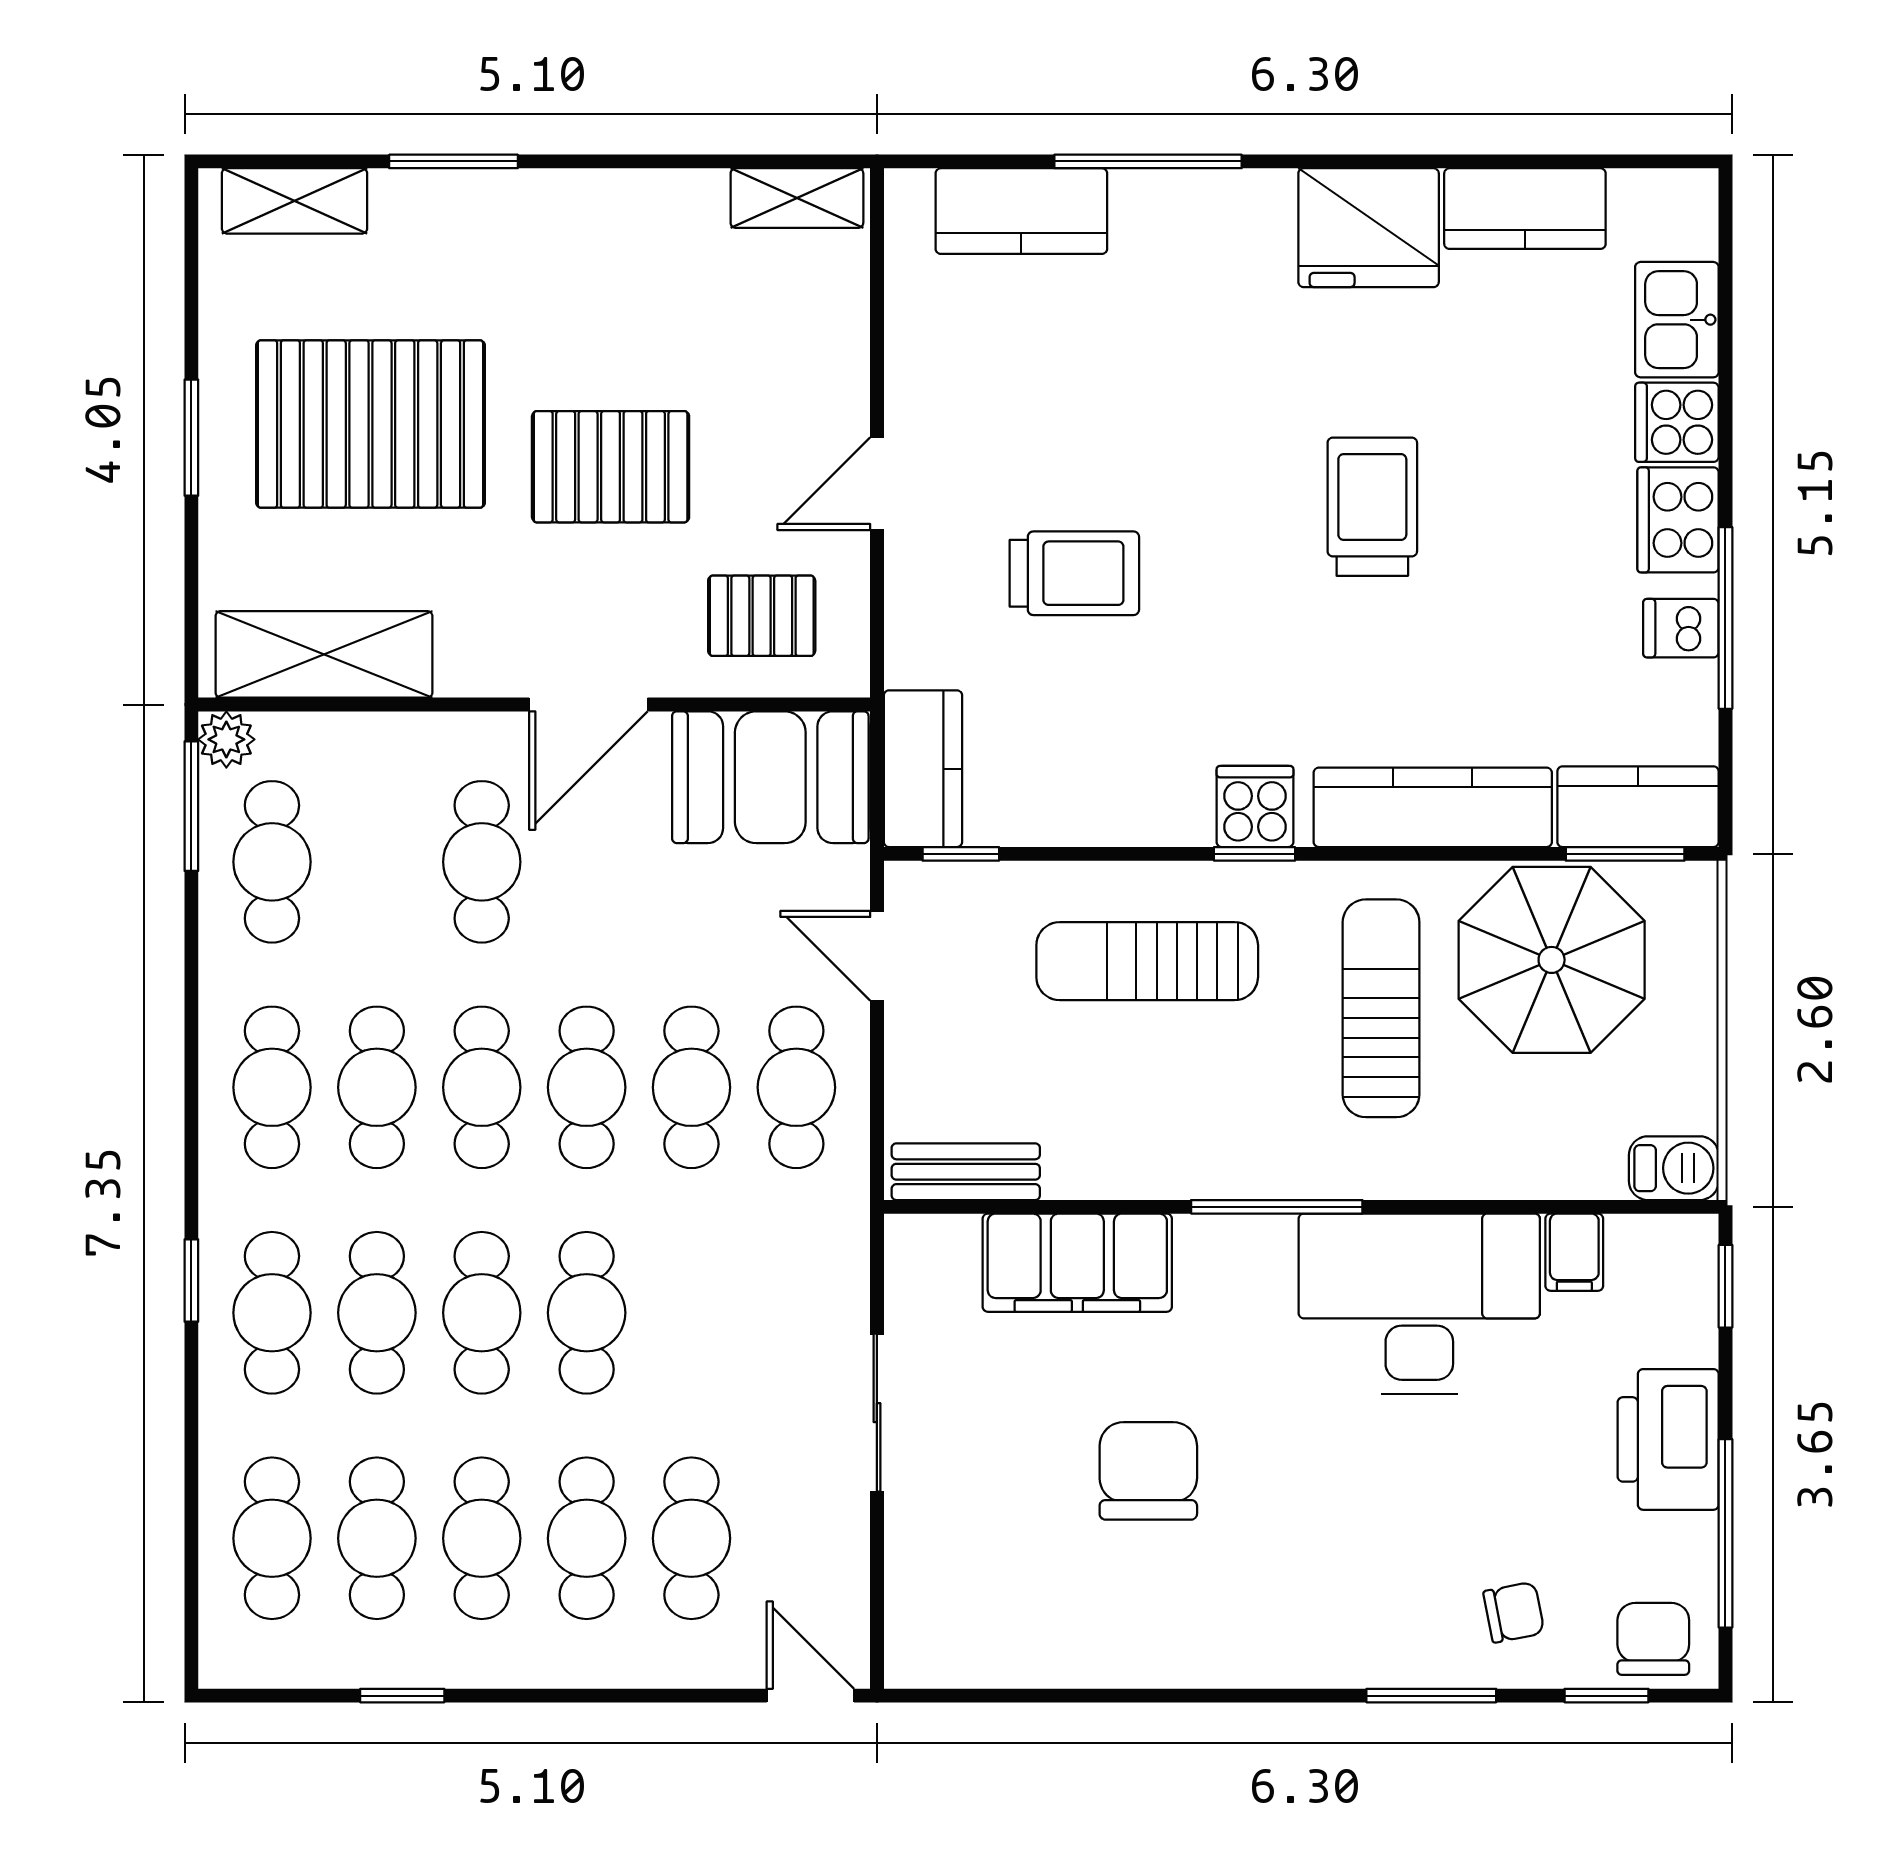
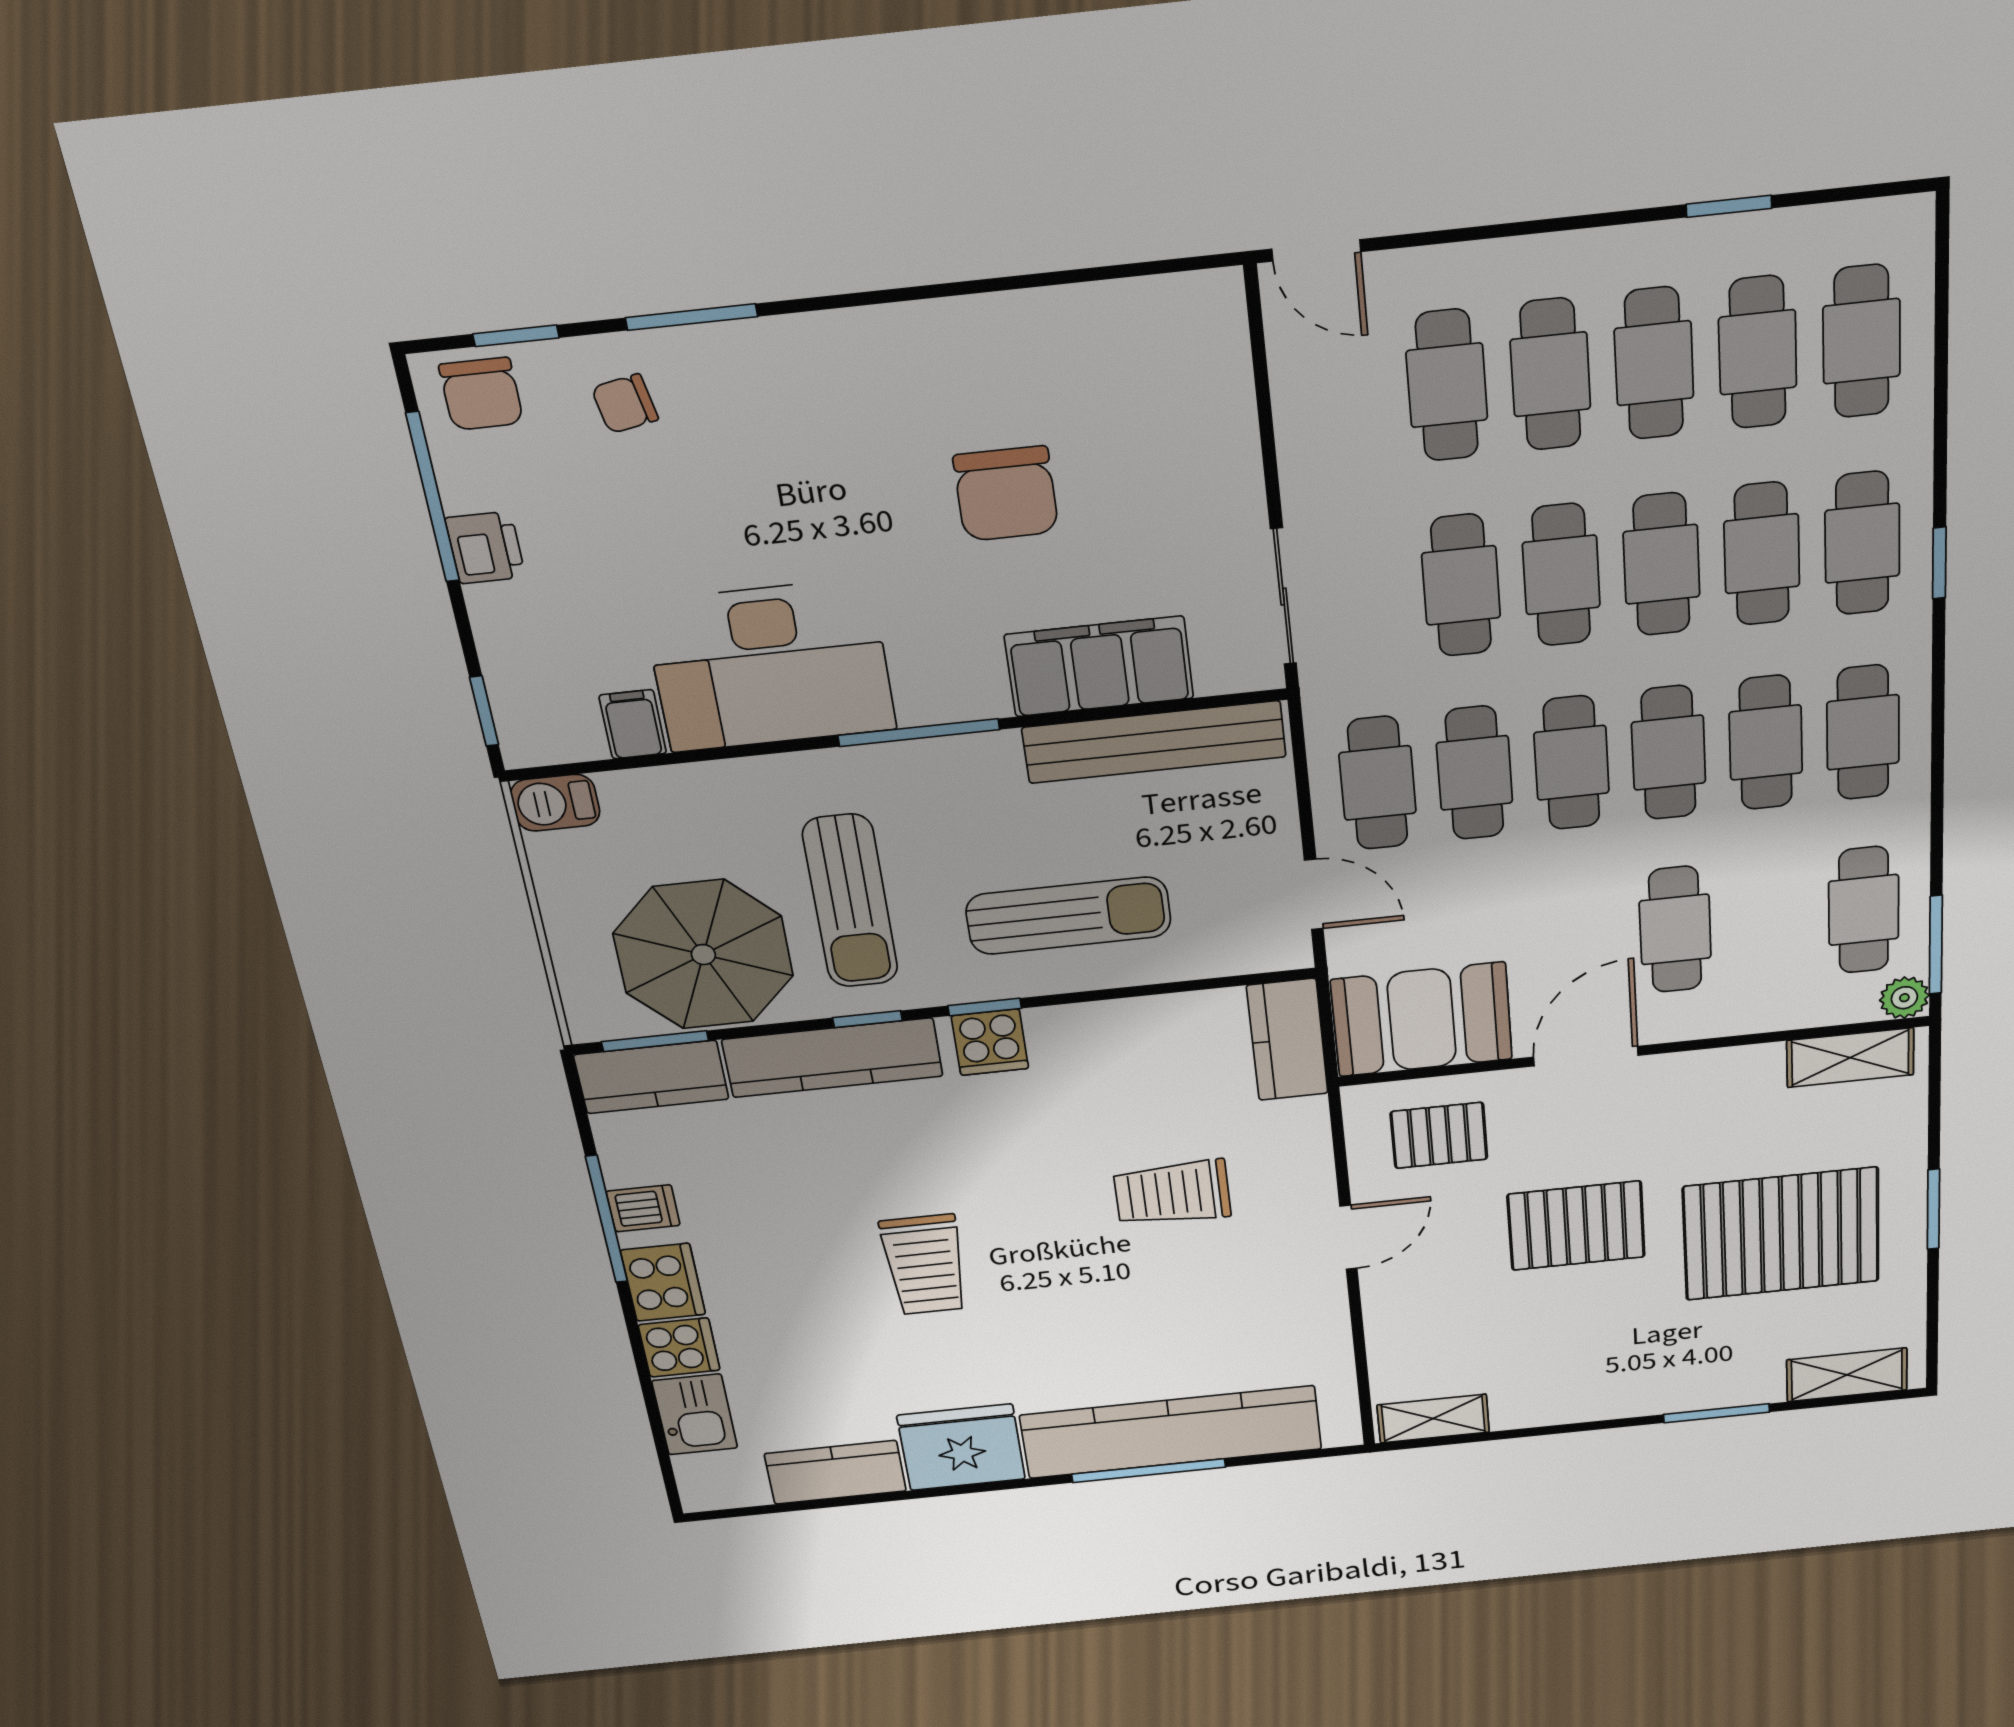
kitchen counter: (1021, 211) -> (1171, 1432), width x2.08, depth x1.17
shelving: (324, 654) -> (1850, 1058), width x0.67, depth x0.75
window: (961, 854) -> (867, 1019), moved
bench: (966, 1172) -> (1154, 742), width x1.86, depth x1.21
cafe table: (691, 1313) -> (1461, 585), added
sliding door: (877, 1413) -> (1283, 597), moved
printer: (1668, 1439) -> (485, 548), width x0.53, depth x0.68

